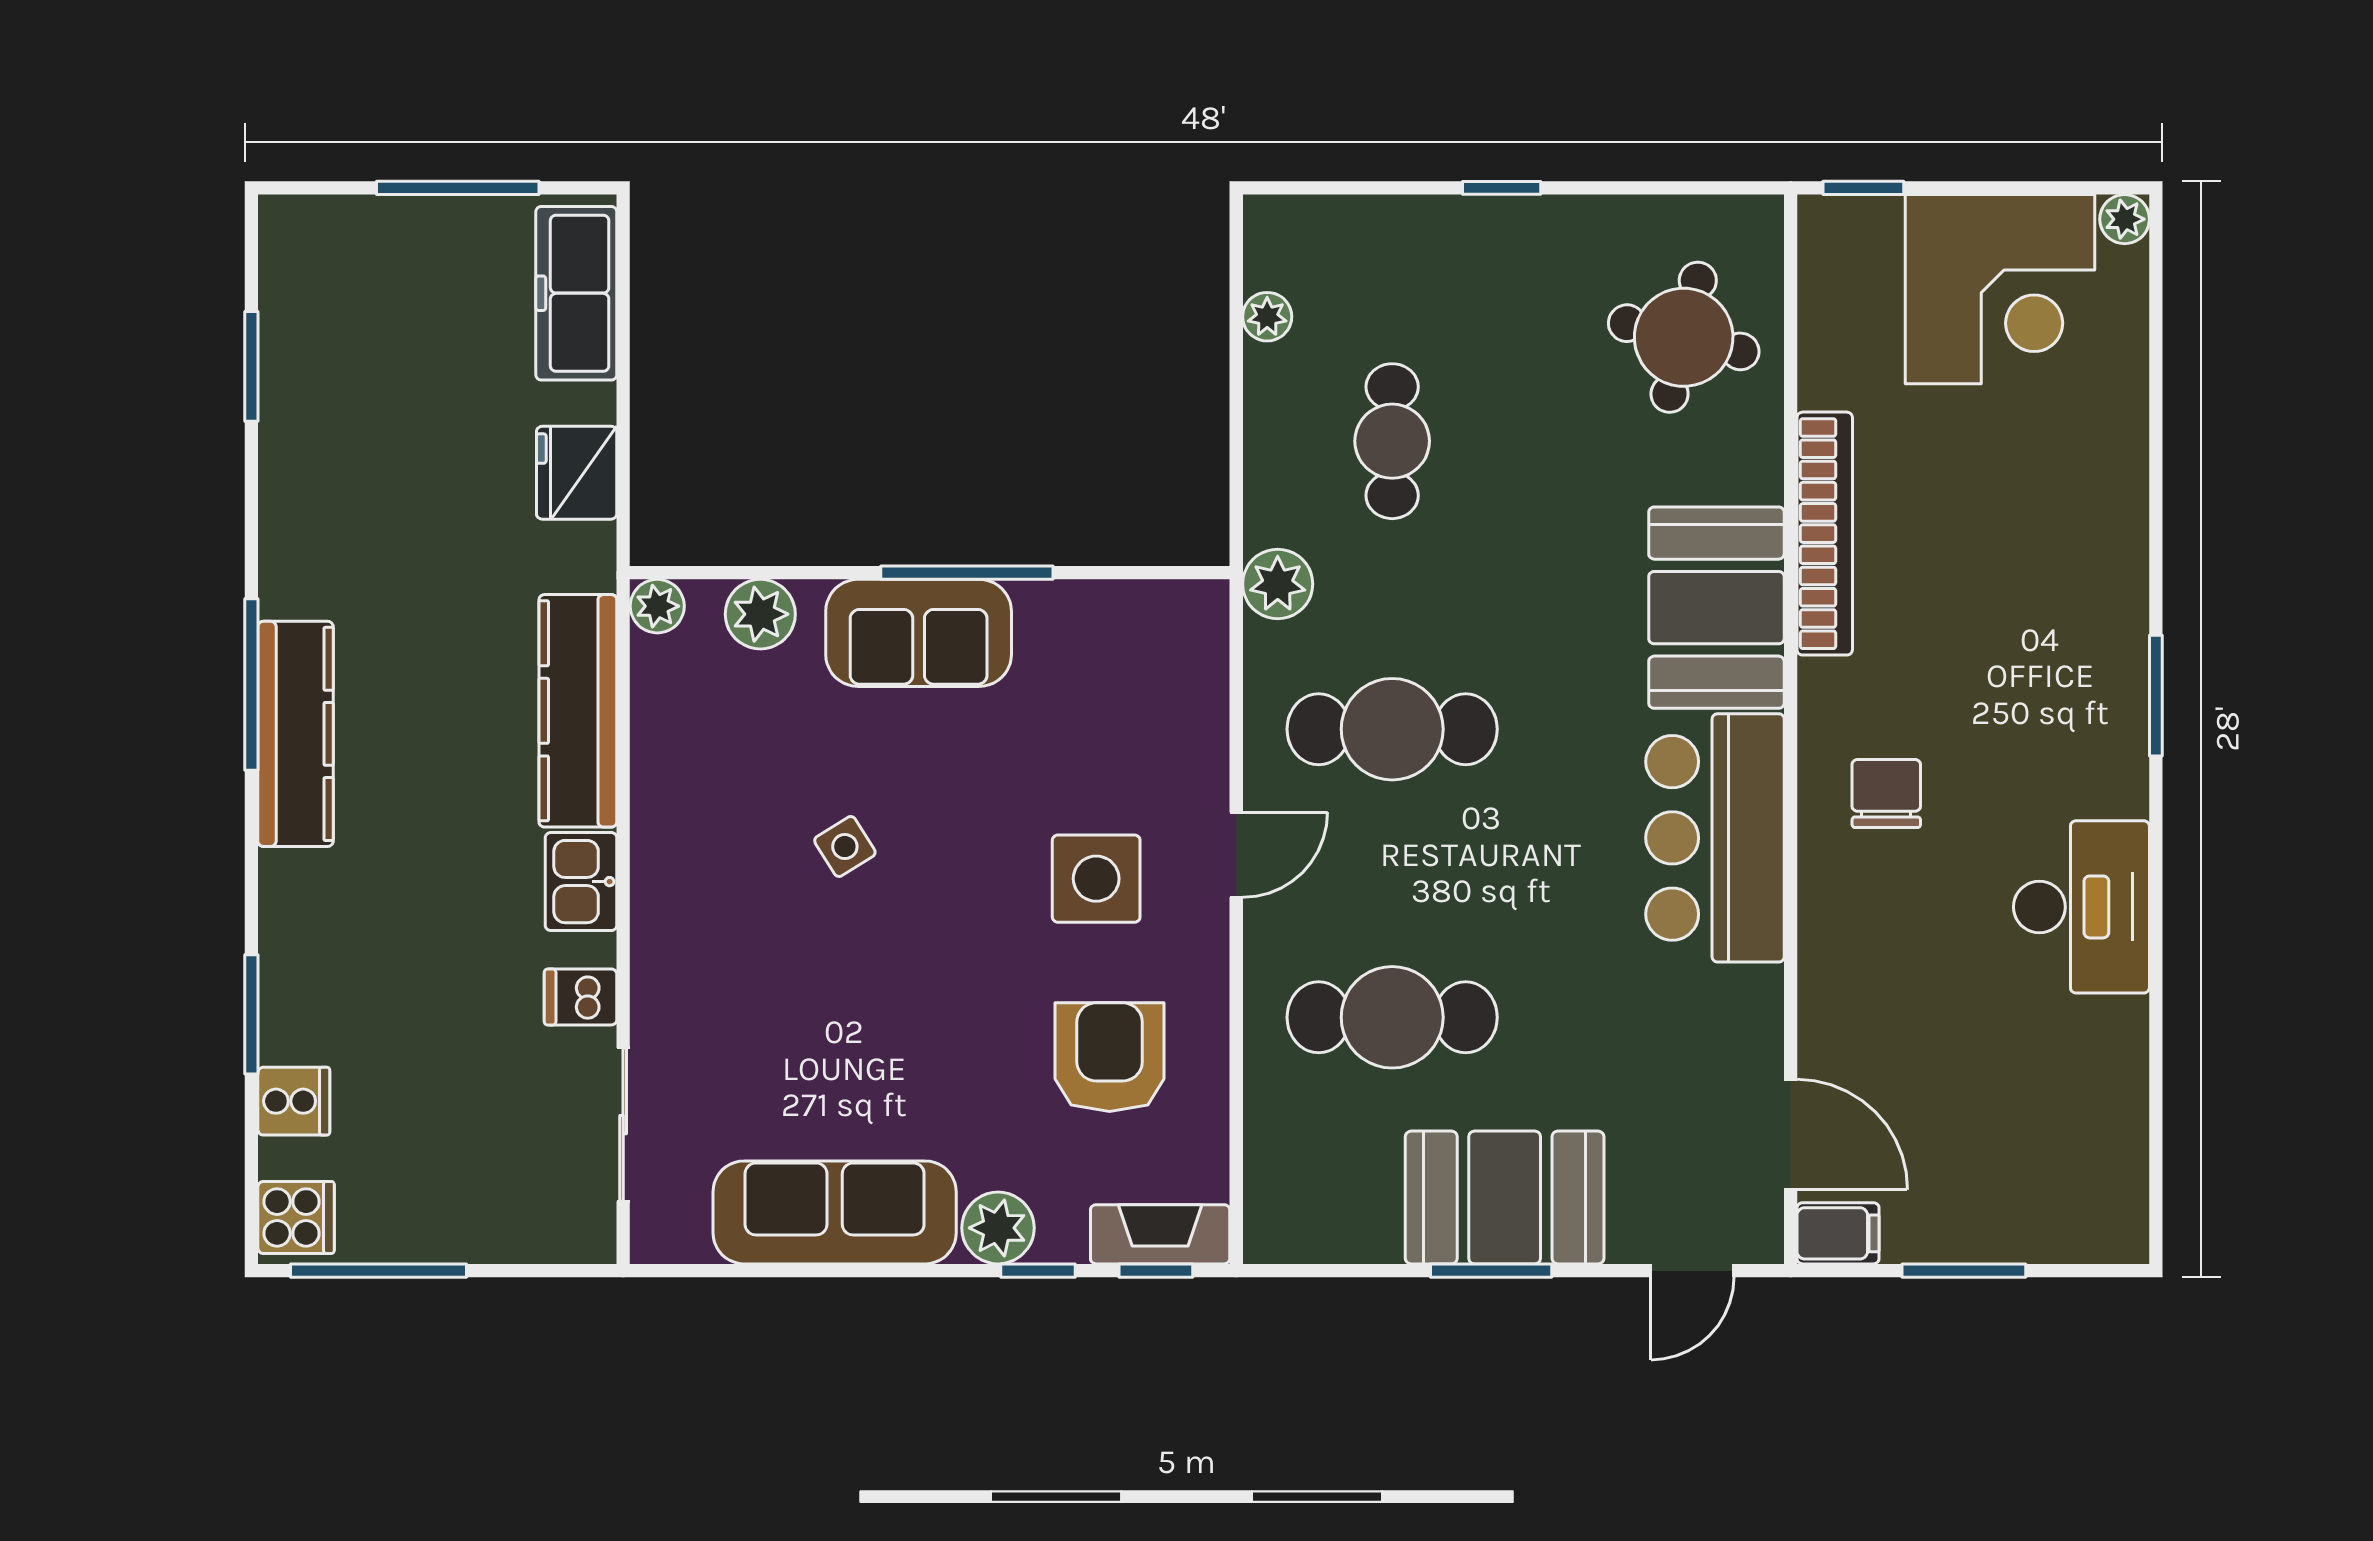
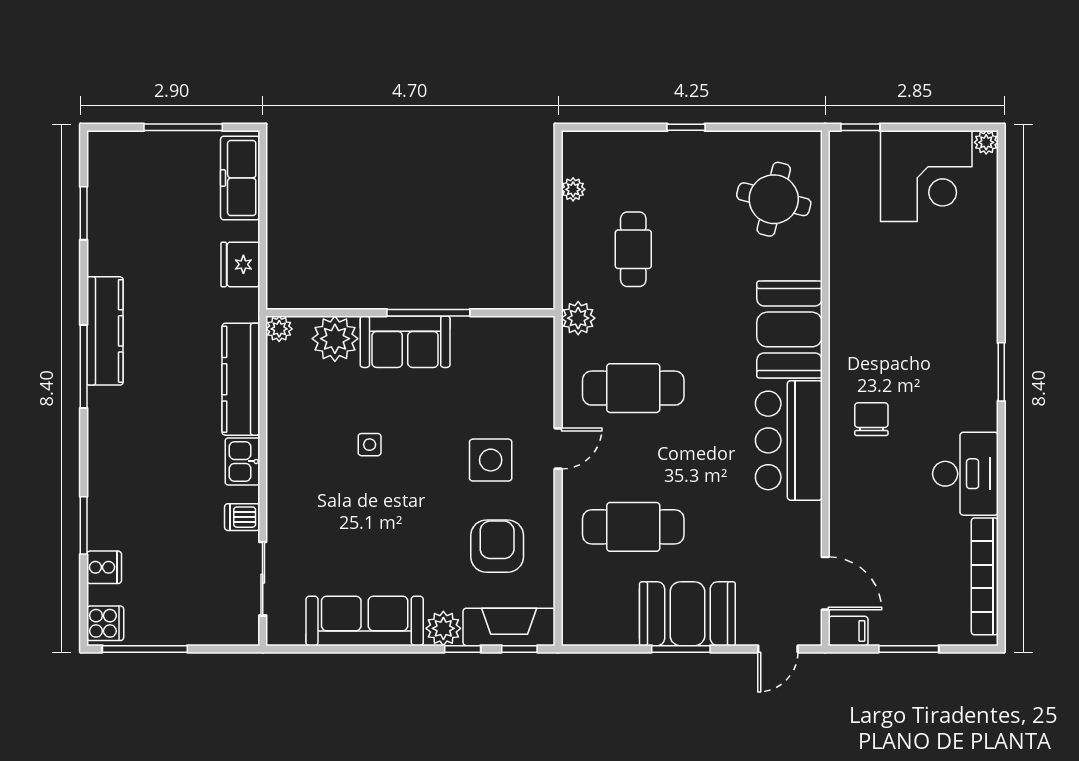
bookcase: (1825, 534) -> (985, 576), moved, turned 180
plant: (760, 614) -> (335, 339), width x1.36, depth x1.36
kitchen counter: (296, 734) -> (105, 331), moved
side table: (845, 847) -> (370, 445), turned 32
fireplace: (1160, 1234) -> (509, 627), width x1.37, depth x1.32

